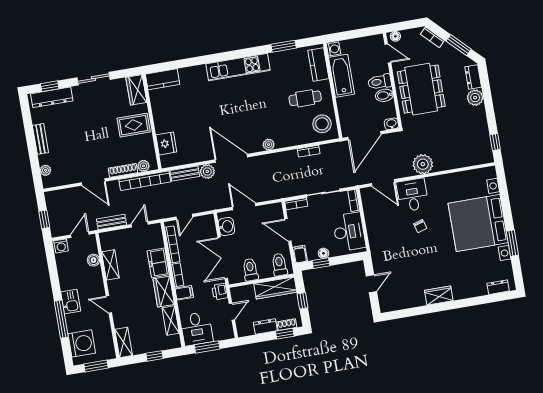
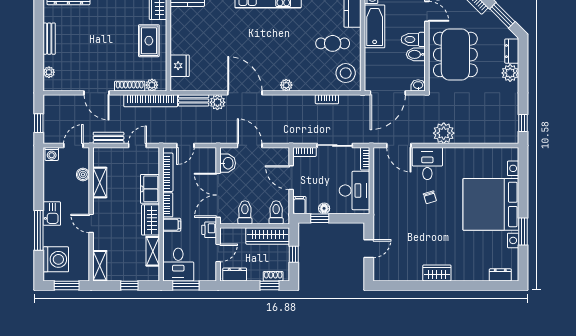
rug: (134, 125) -> (149, 41), turned 90
dresser: (265, 326) -> (235, 274), moved

